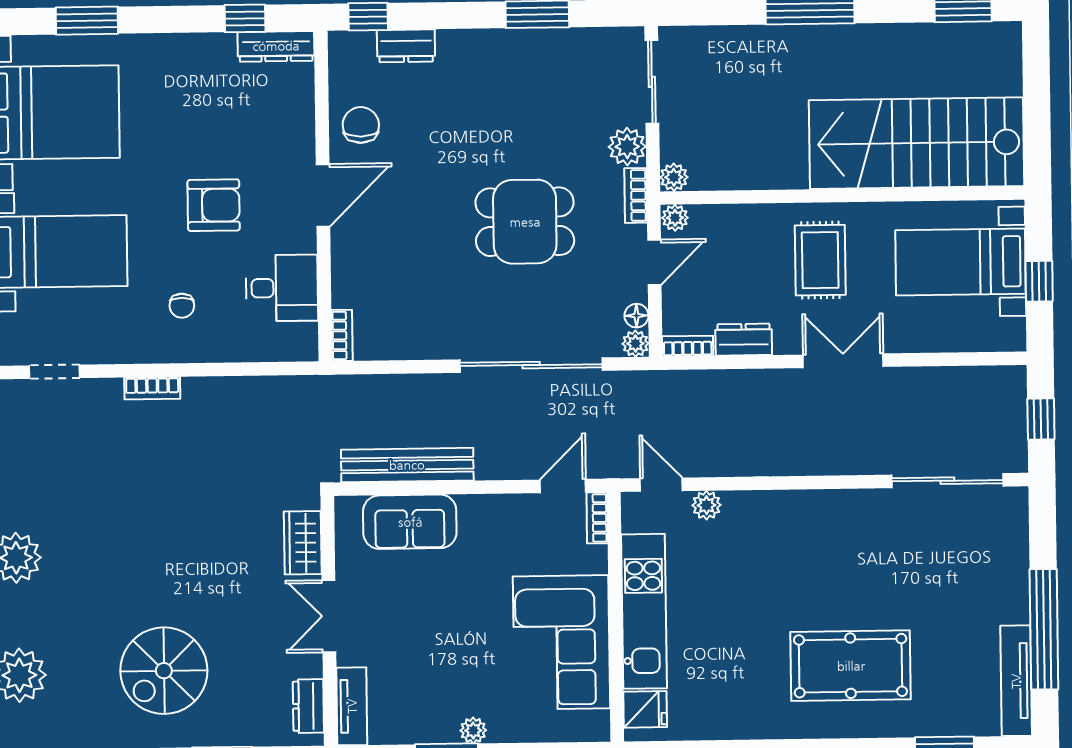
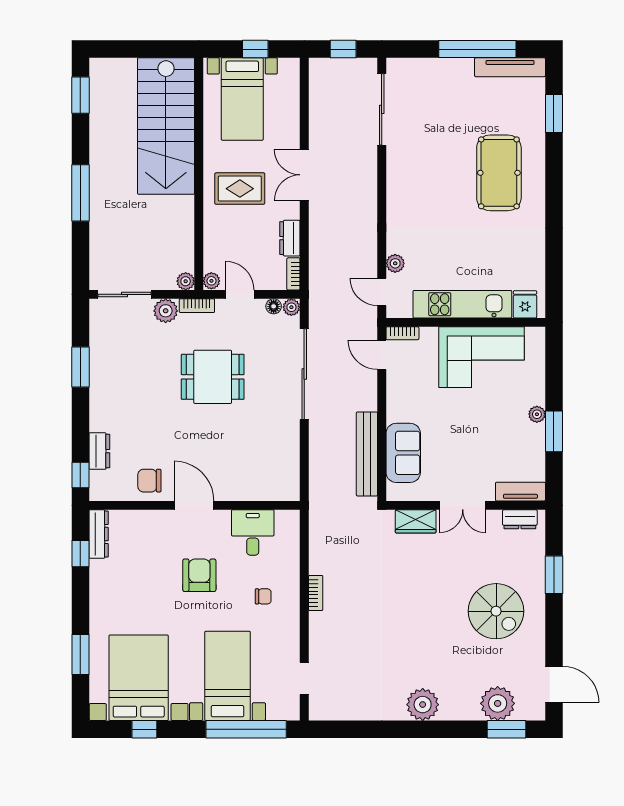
dining table: (525, 222) -> (213, 377), turned 90
bookcase: (342, 335) -> (284, 495), removed
bookcase: (152, 388) -> (316, 593), moved
door: (661, 485) -> (382, 292), hinge flipped

